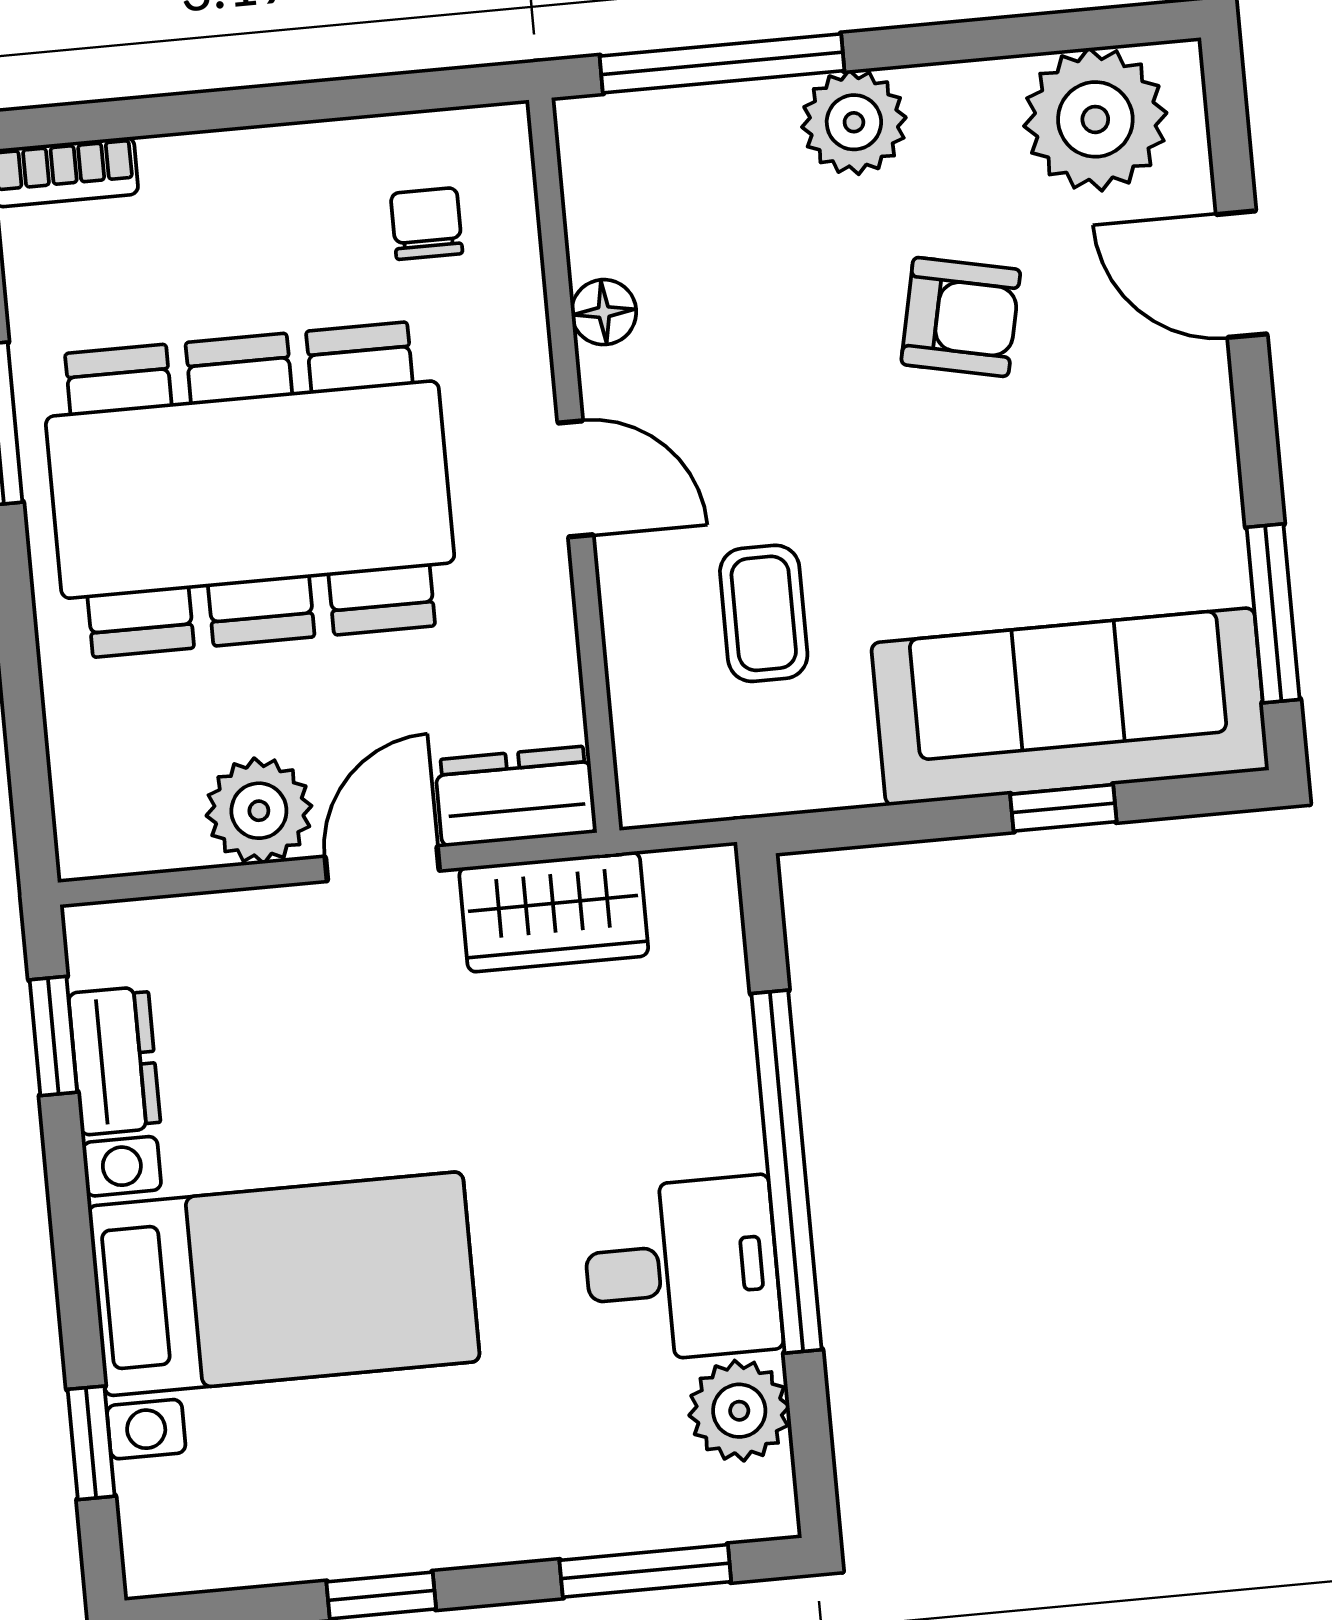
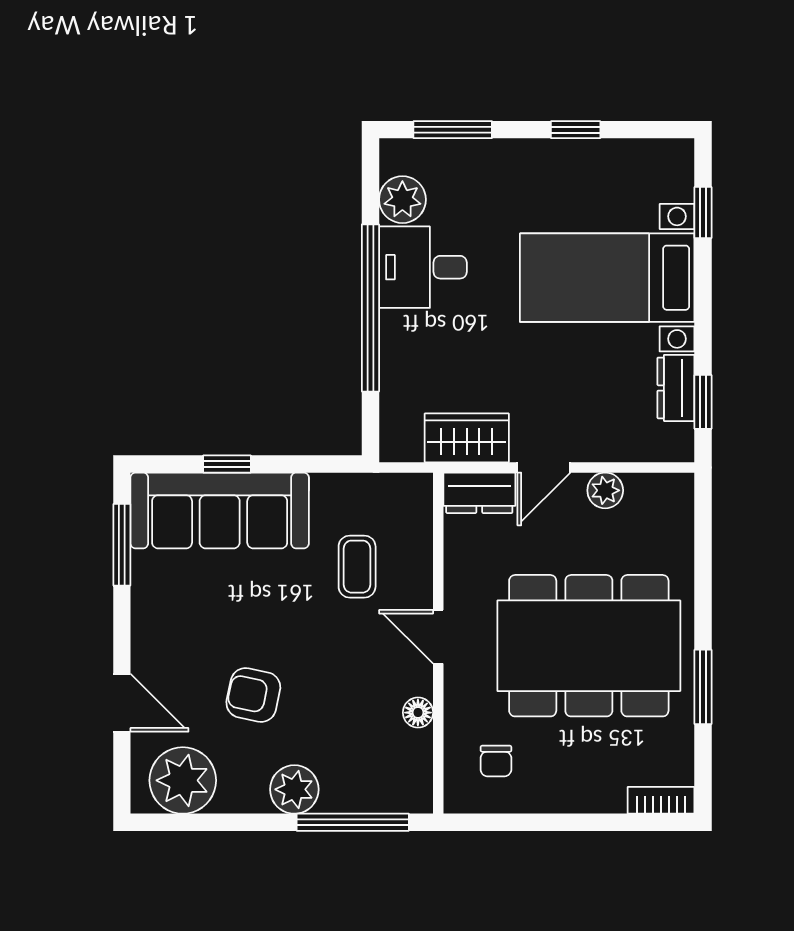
plant: (259, 811) -> (605, 490), width x0.73, depth x0.73

